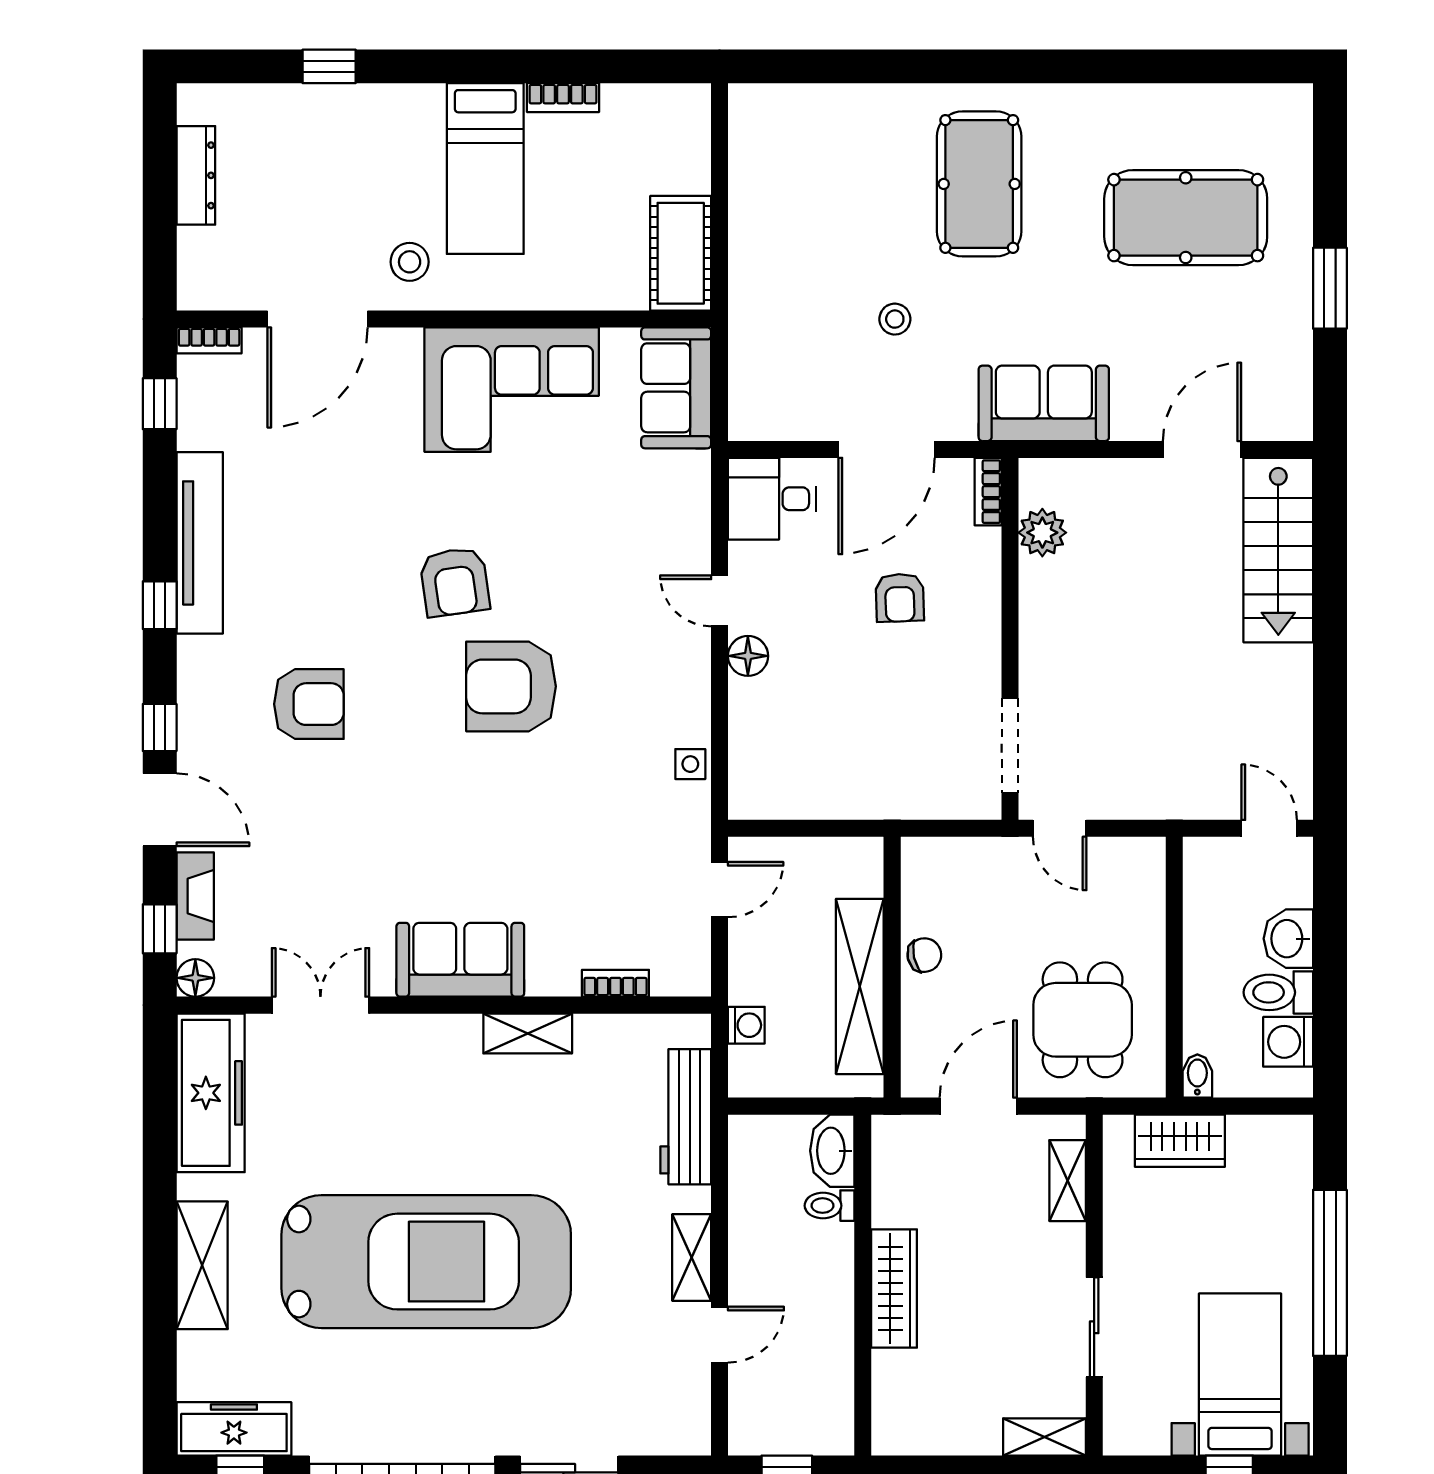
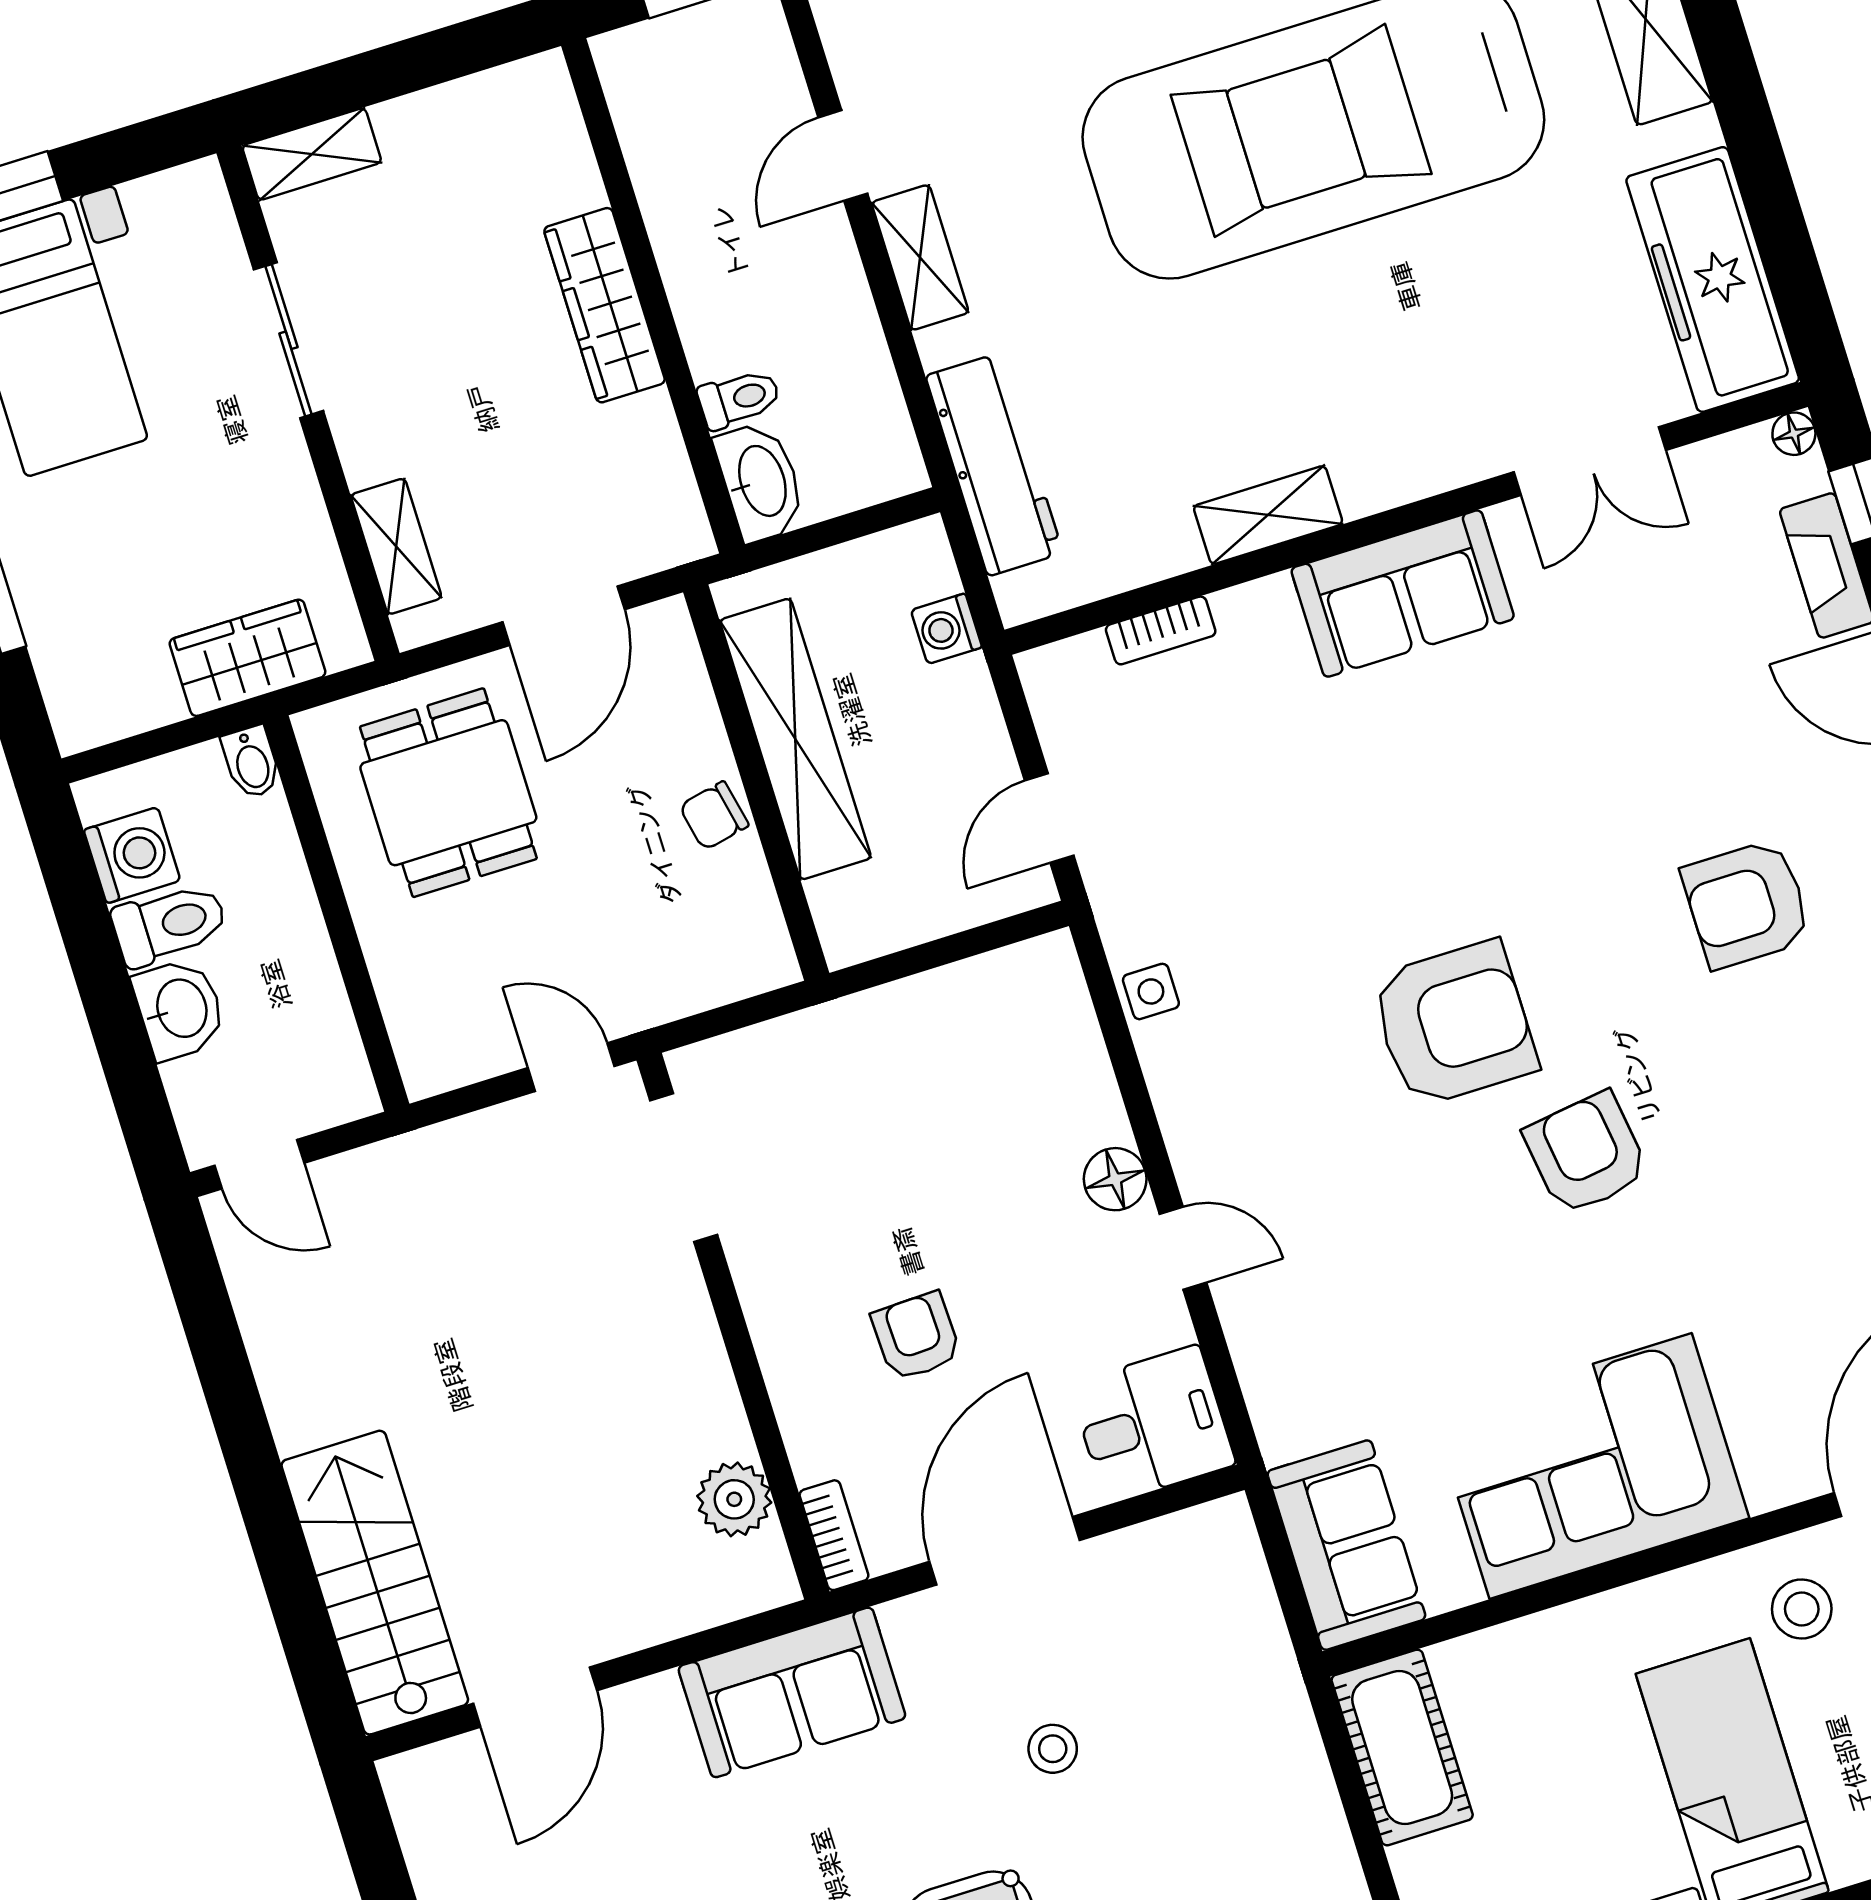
floor lamp: (195, 978) -> (1794, 434), width x0.73, depth x0.73

